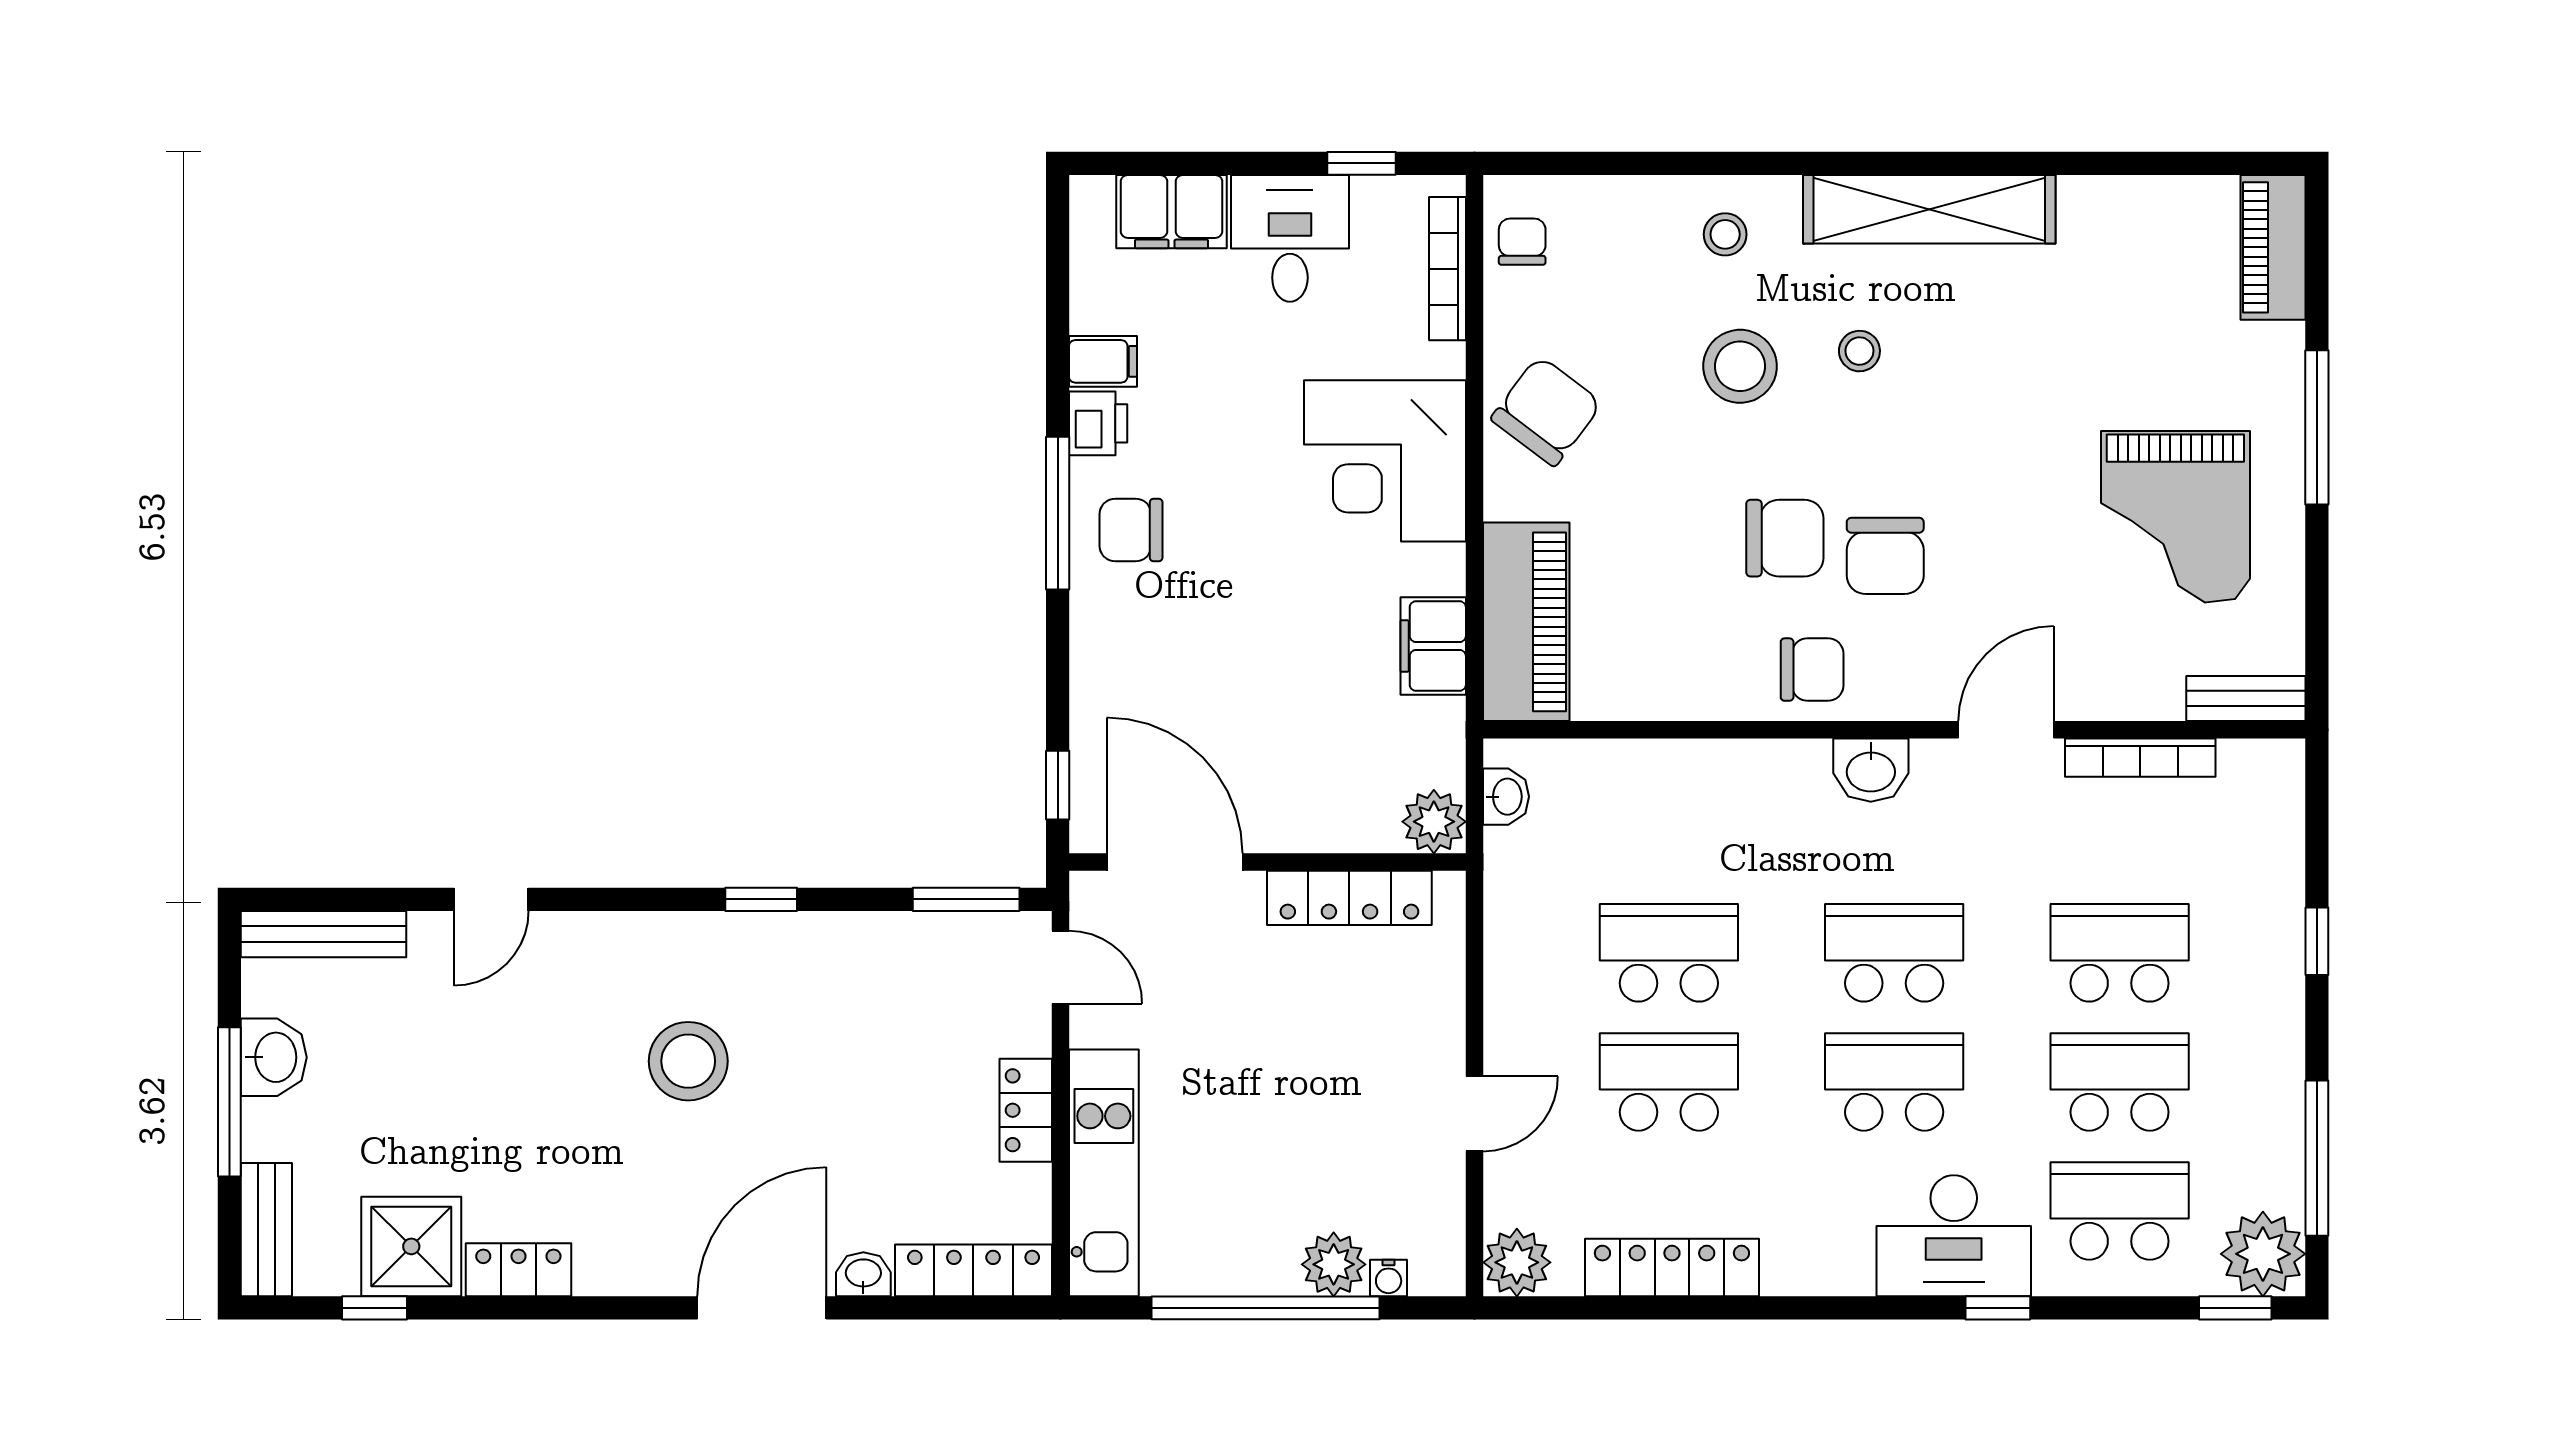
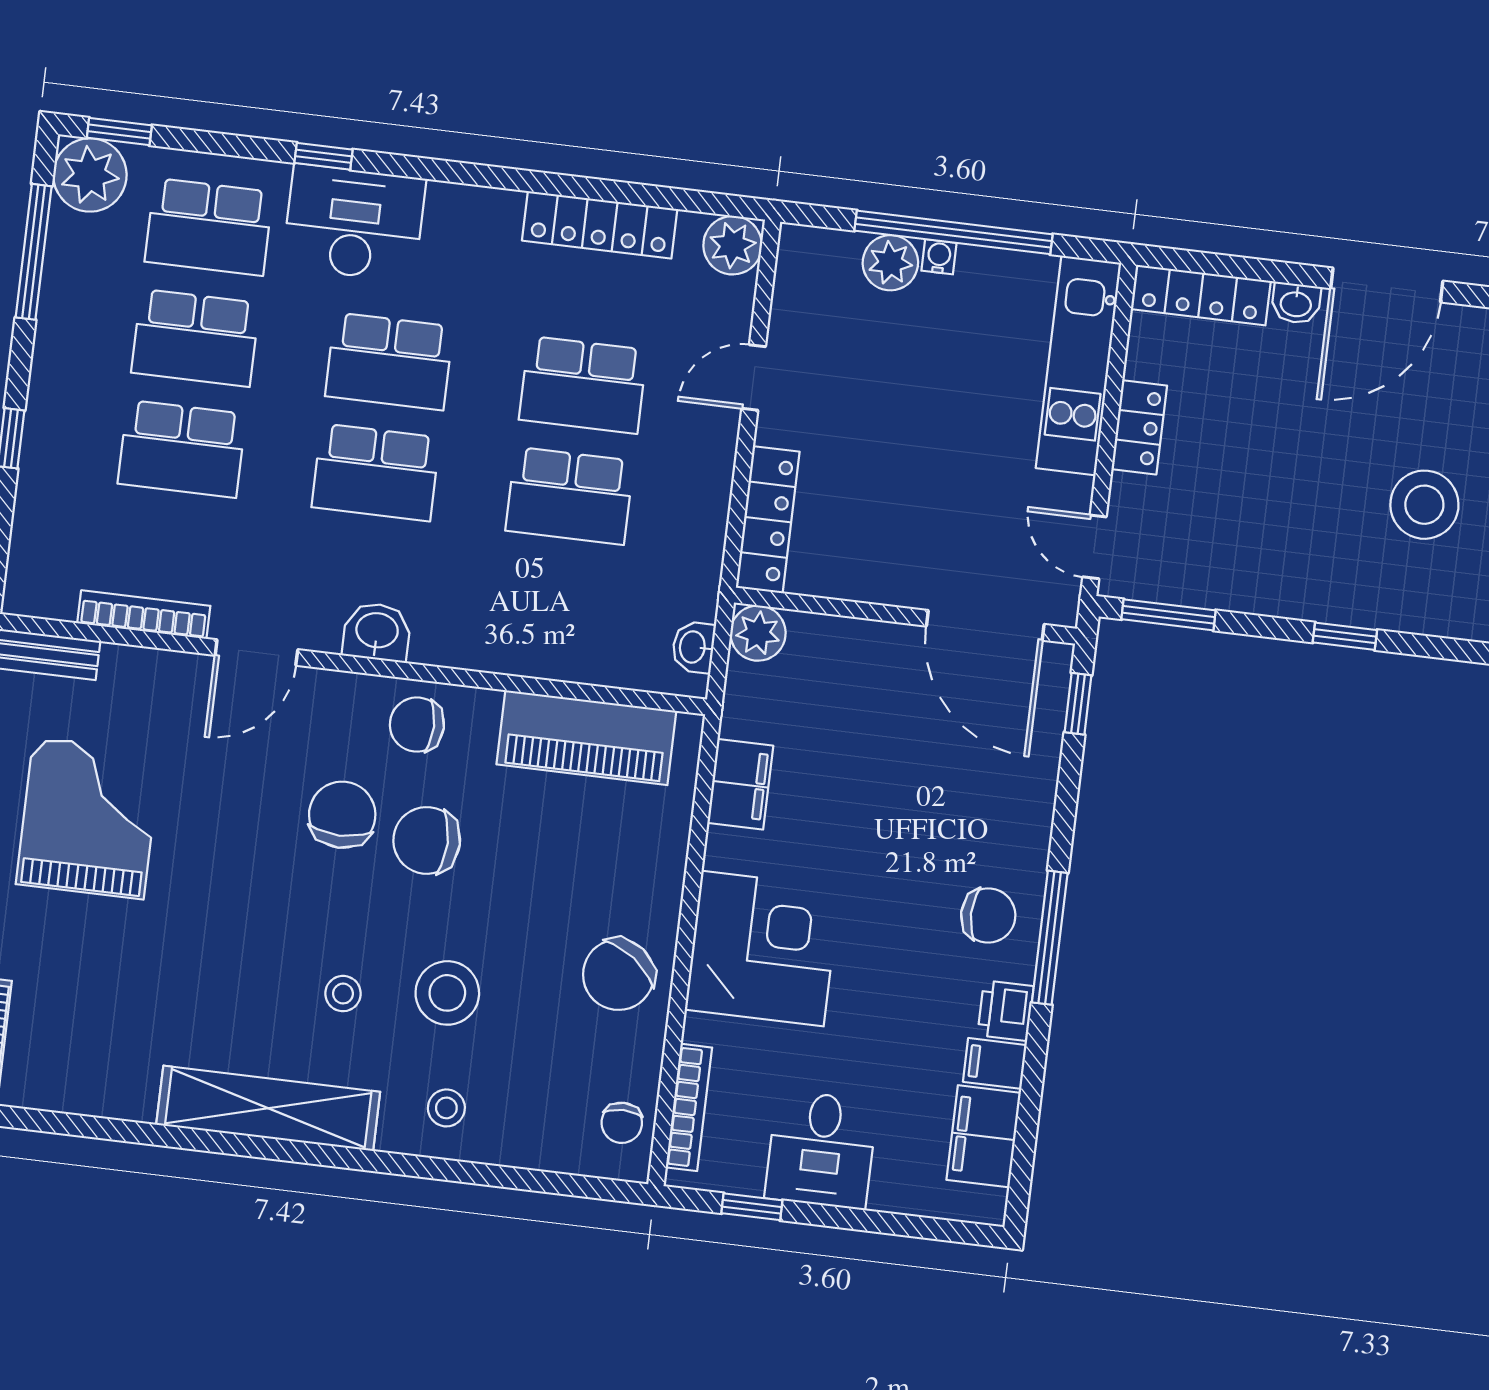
filing cabinet: (1171, 212) -> (984, 1136), moved, turned -90
piano: (1526, 622) -> (586, 738), moved, turned -90
locker: (1349, 898) -> (768, 520), moved, turned 90
water cooler: (1389, 1278) -> (939, 257), moved

